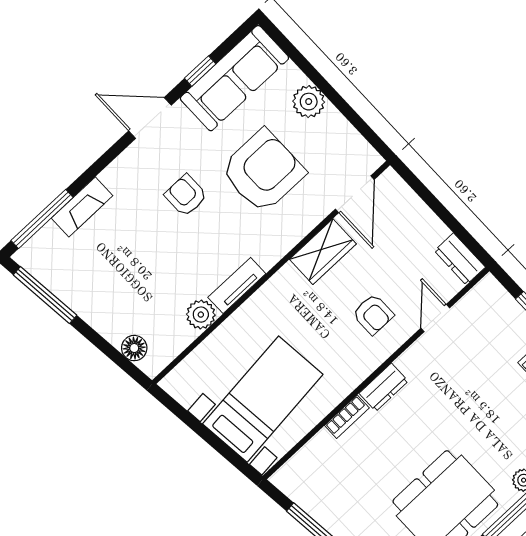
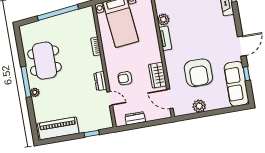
plant: (309, 102) -> (199, 106), moved
armchair: (186, 195) -> (207, 41), removed
dresser: (460, 259) -> (135, 118), moved
dresser: (384, 387) -> (100, 81), moved

